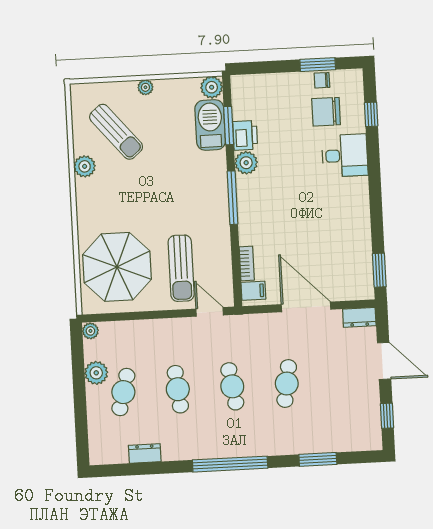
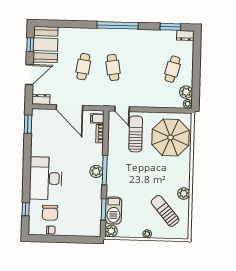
window: (318, 65) -> (52, 239), removed
chair: (326, 112) -> (50, 213), turned 90
printer: (245, 135) -> (95, 203), removed
desk: (345, 155) -> (46, 178), width x1.87, depth x1.30
plant: (246, 163) -> (96, 171), moved
door: (384, 361) -> (29, 75), swing flipped
plant: (96, 373) -> (186, 92), moved
cafe table: (178, 389) -> (143, 68), removed
booth: (359, 418) -> (46, 44), added
dresser: (145, 453) -> (185, 35), moved
window: (318, 459) -> (170, 27), moved

